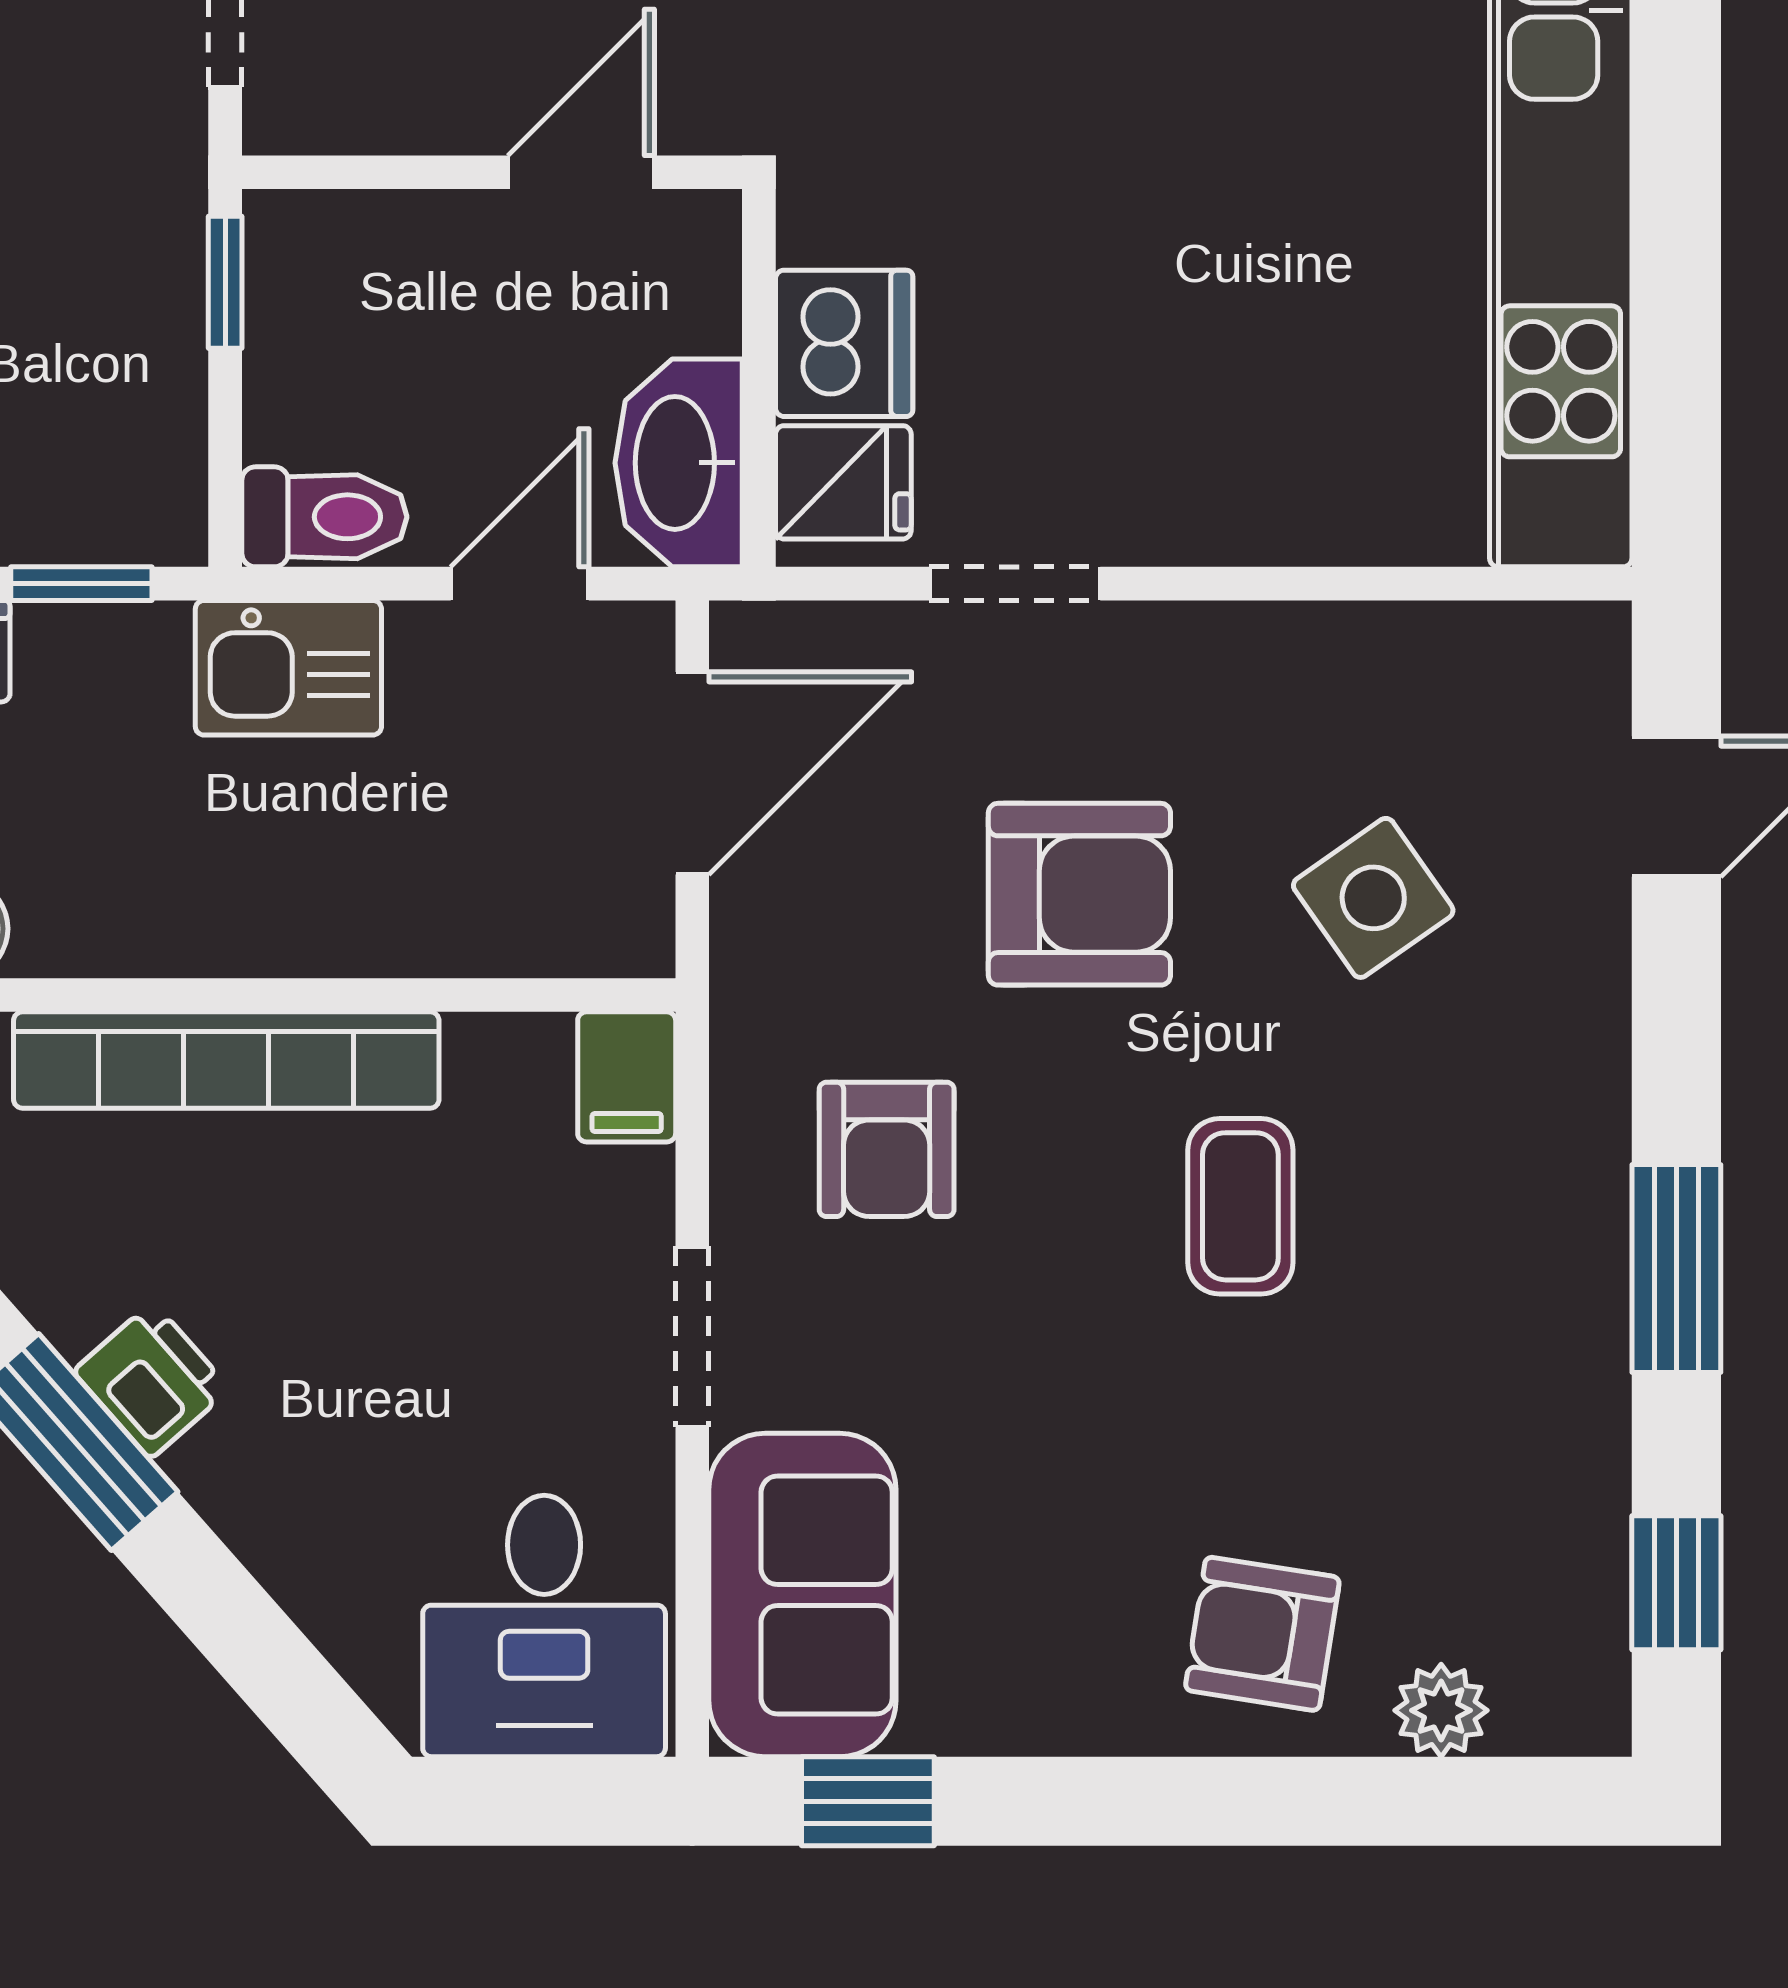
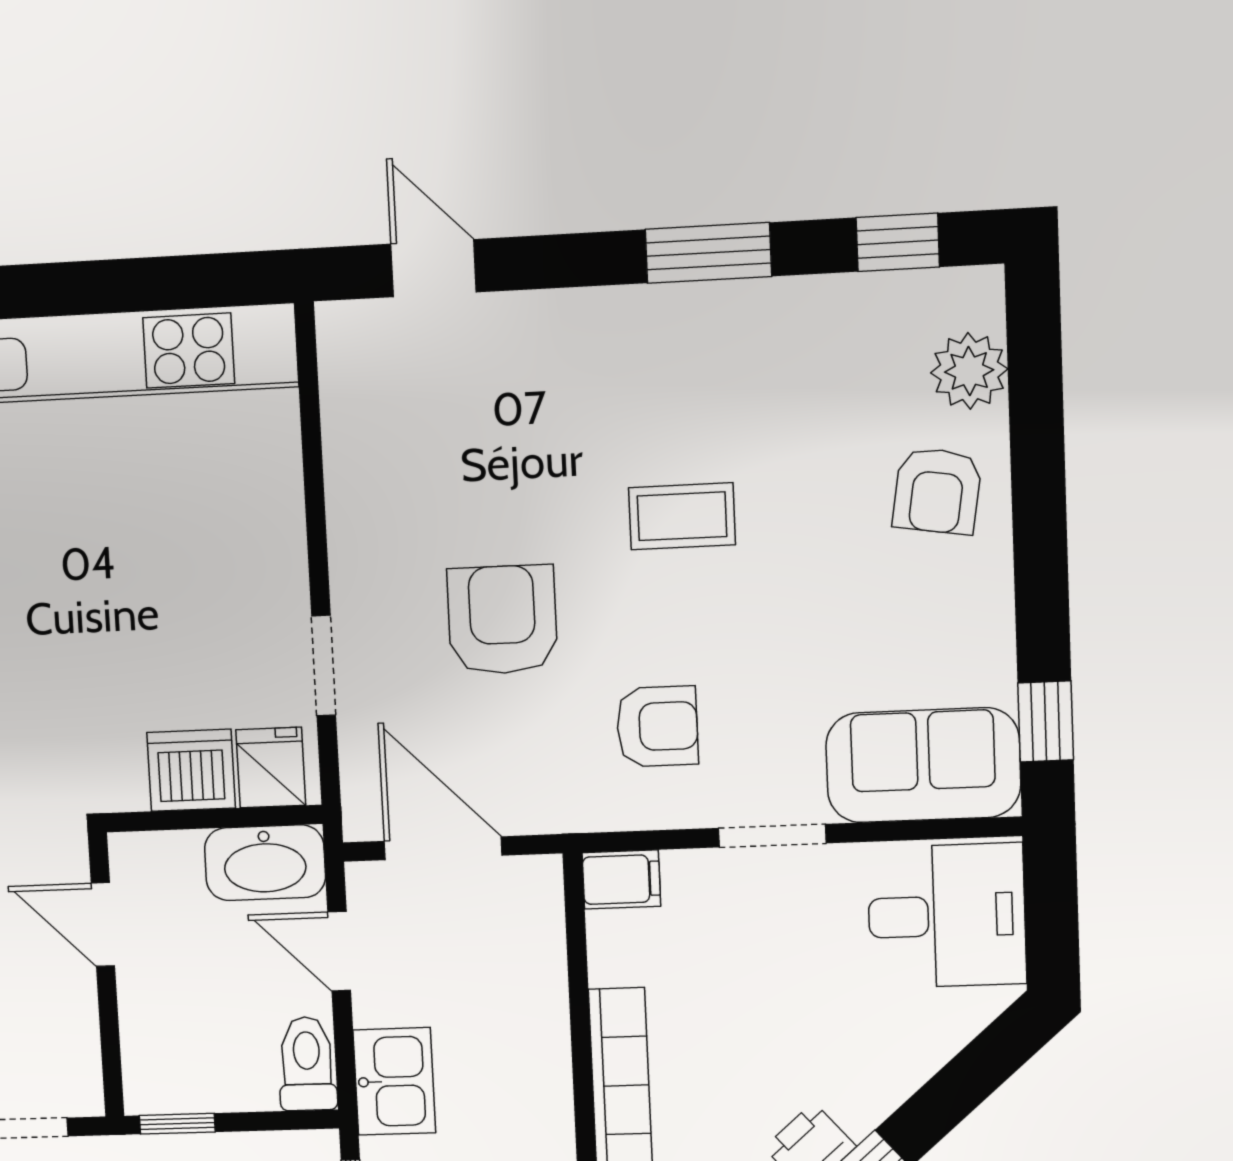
side table: (1373, 898) -> (496, 446), removed
plant: (1441, 1710) -> (969, 371), width x1.38, depth x1.38

